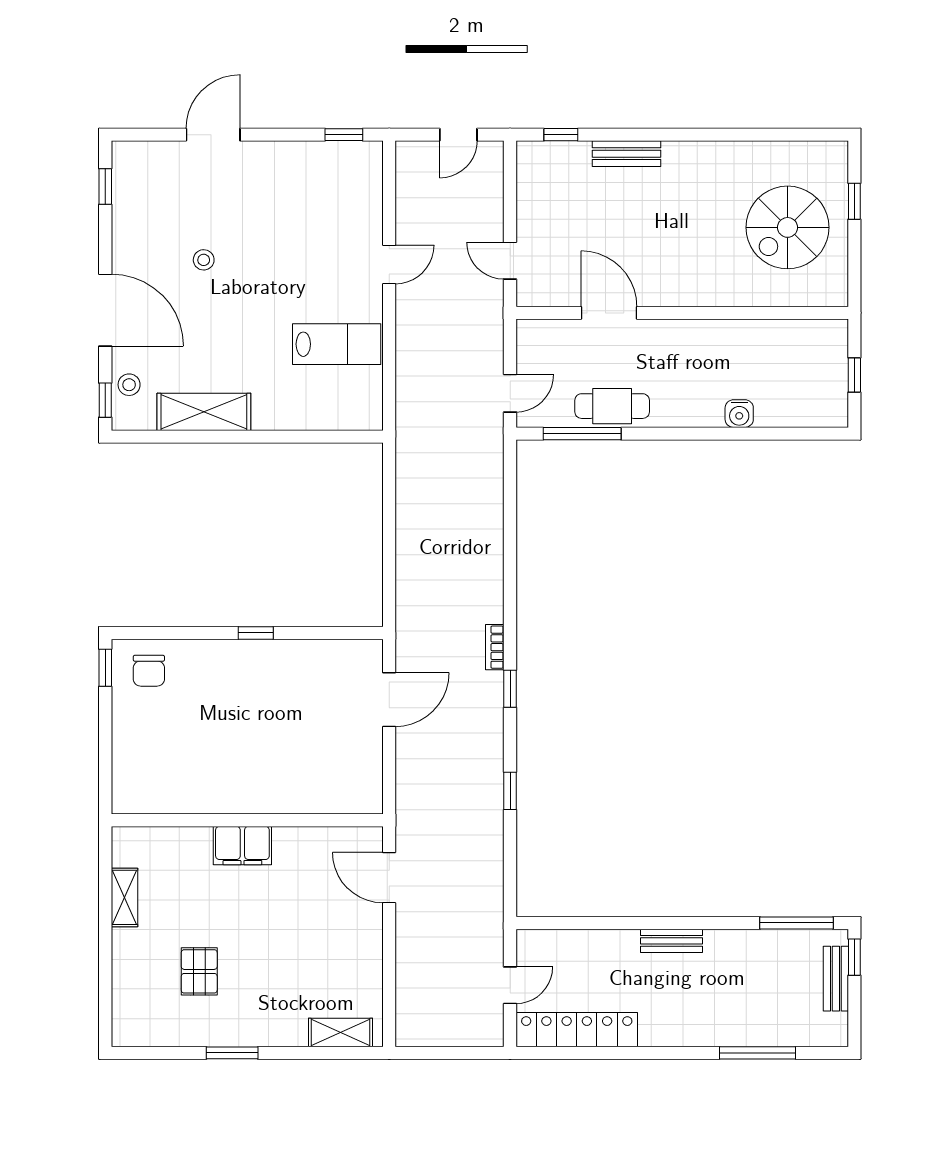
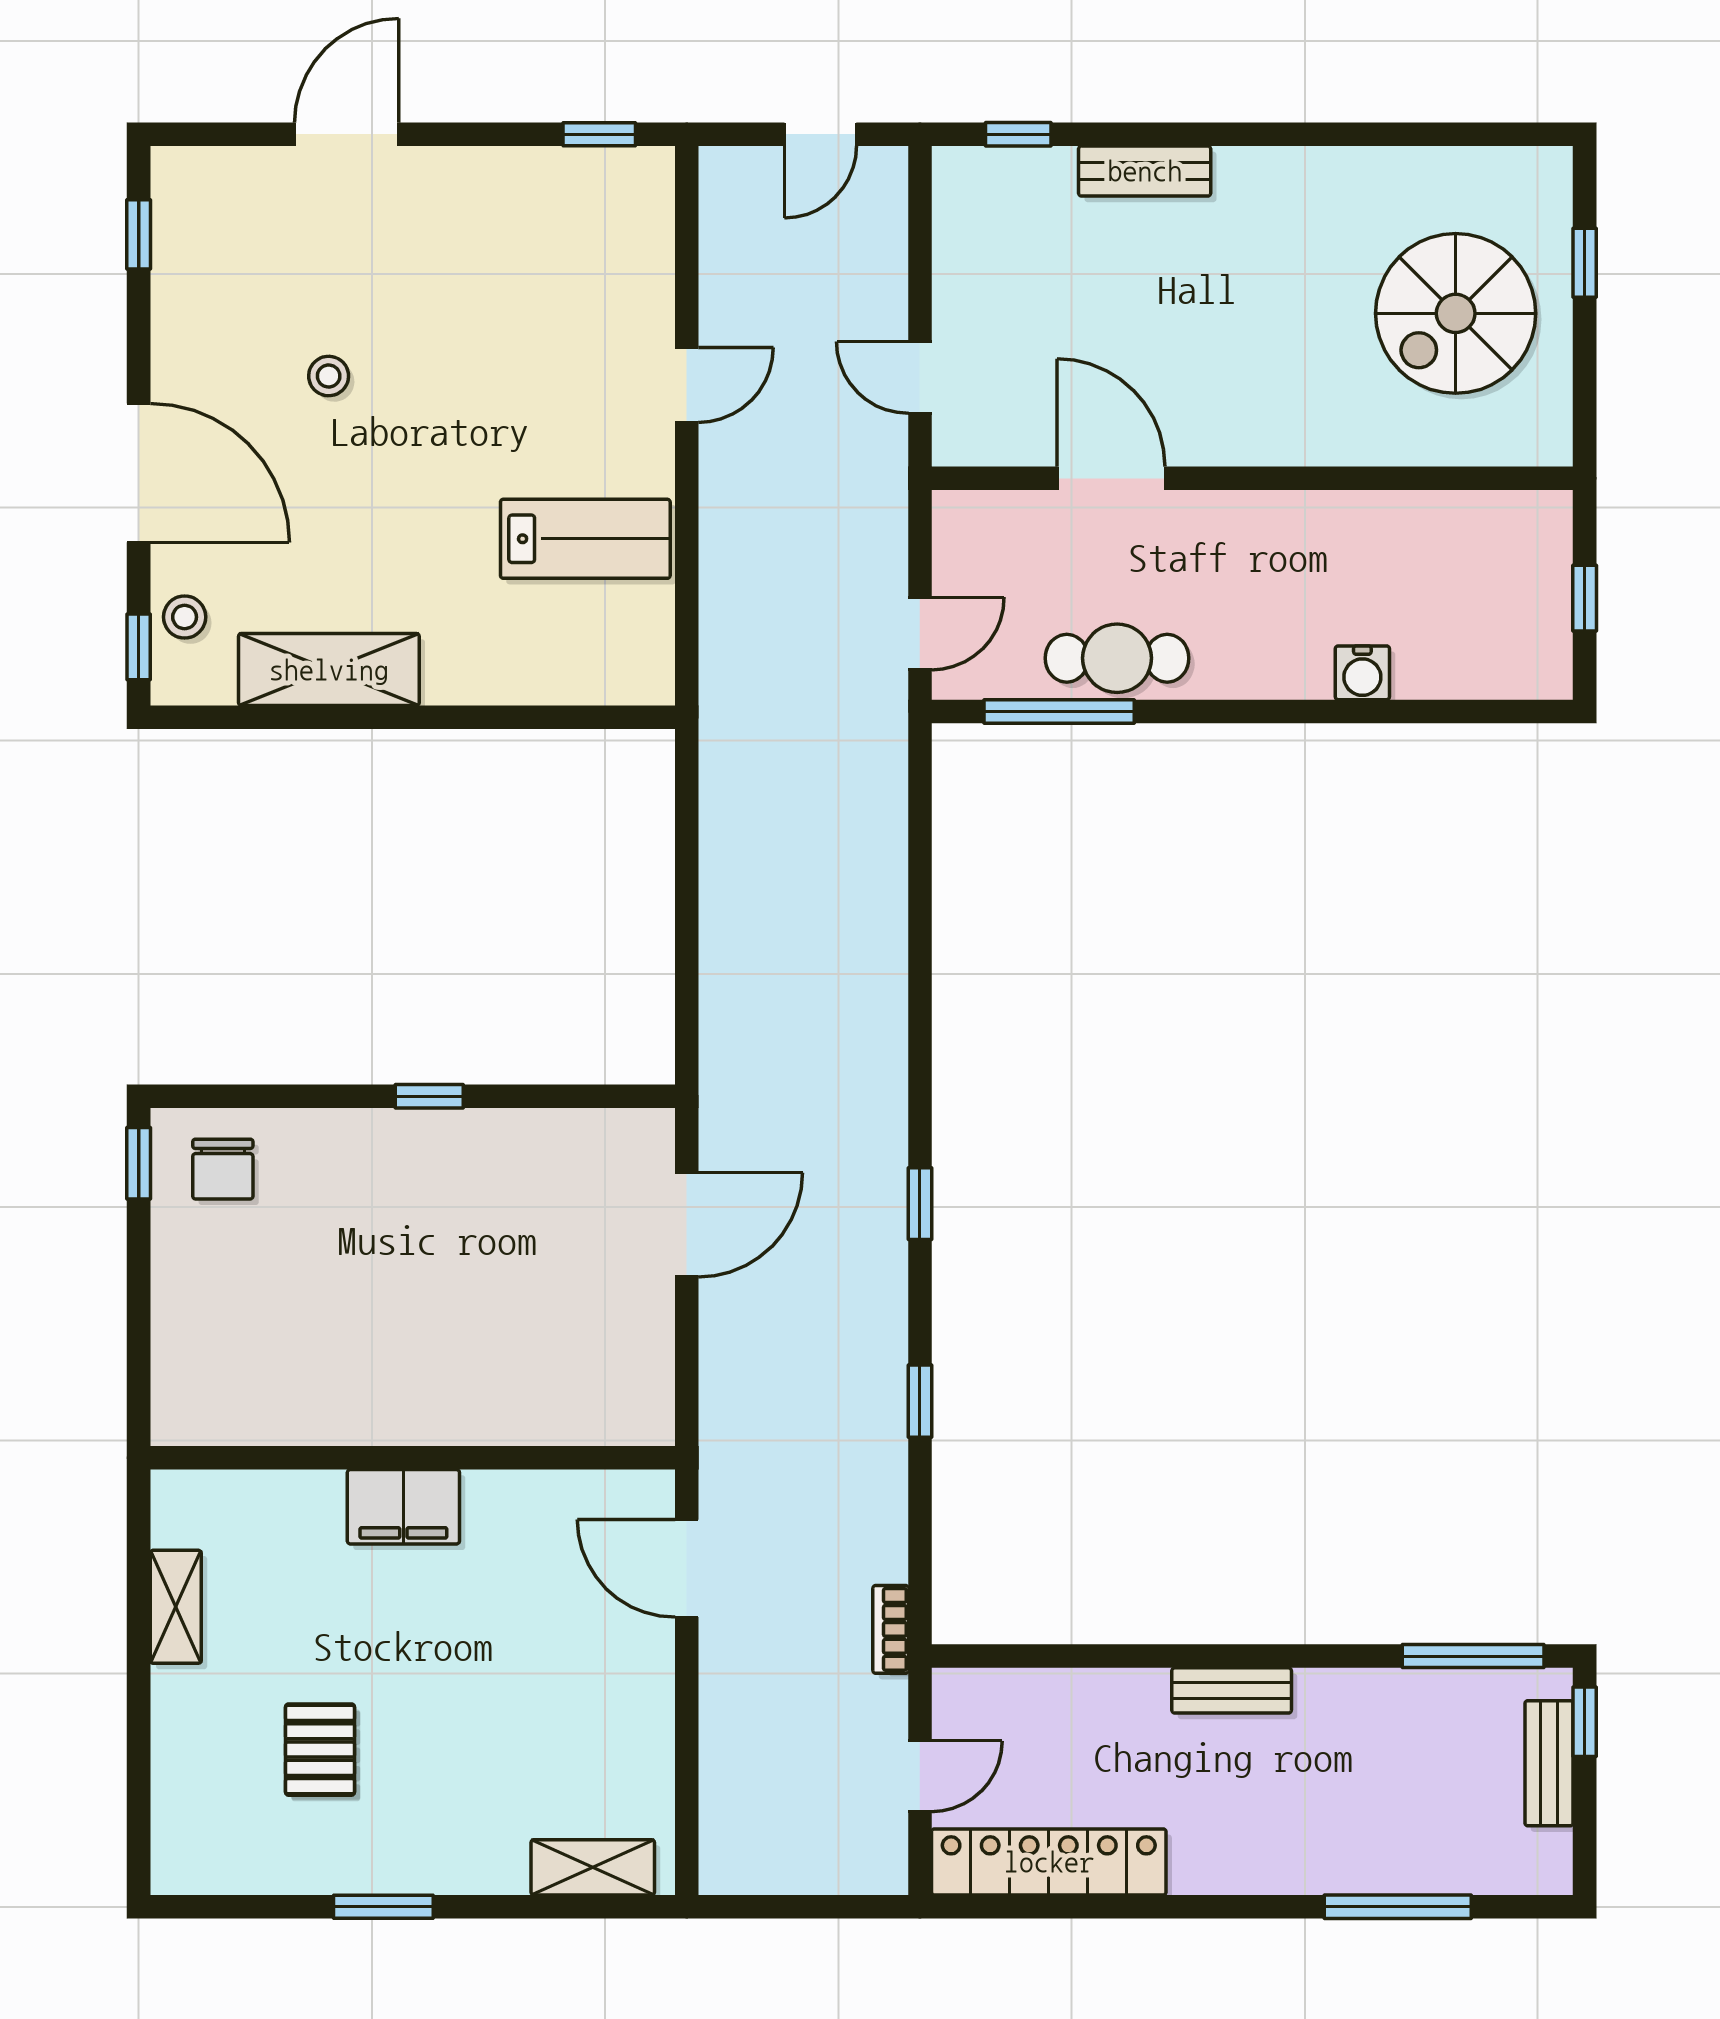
bookcase: (495, 647) -> (891, 1629), moved

